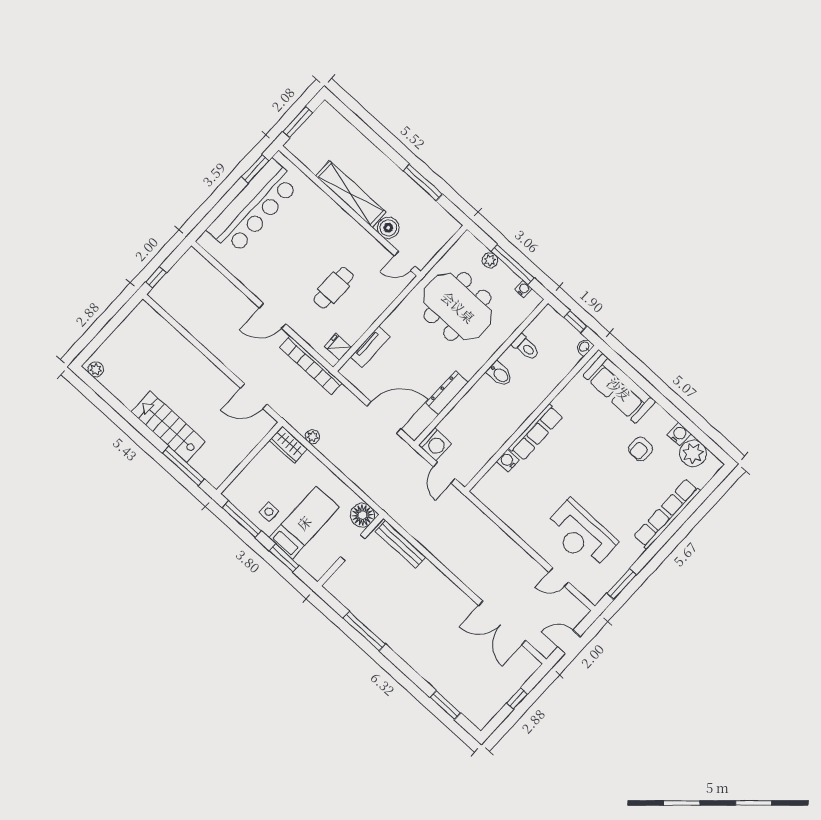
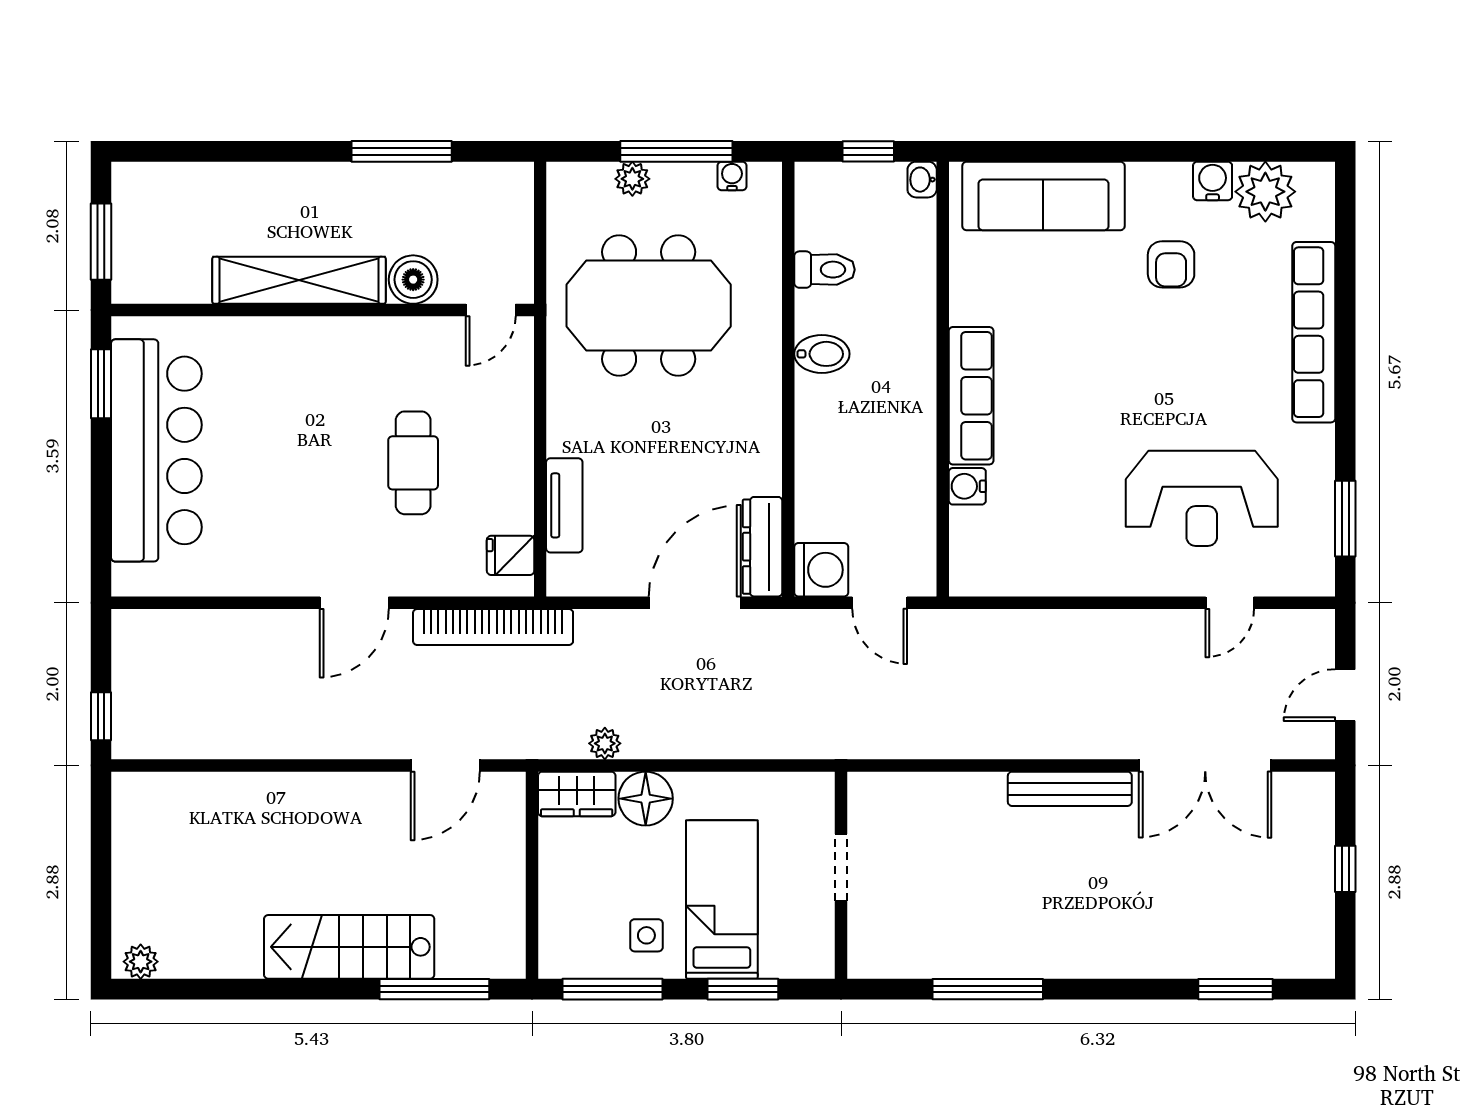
dresser: (447, 393) -> (763, 547), moved
floor lamp: (362, 515) -> (646, 799), moved
bench: (401, 544) -> (1070, 789), moved

